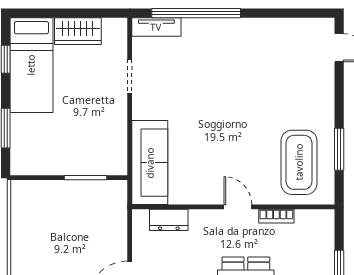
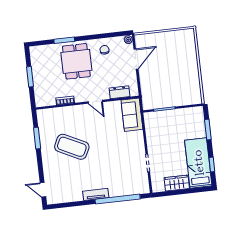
tv unit: (156, 27) -> (96, 194), moved
coffee table: (299, 162) -> (72, 147), moved, turned -64
sofa: (150, 163) -> (132, 115), width x0.73
door: (238, 207) -> (95, 102), moved

